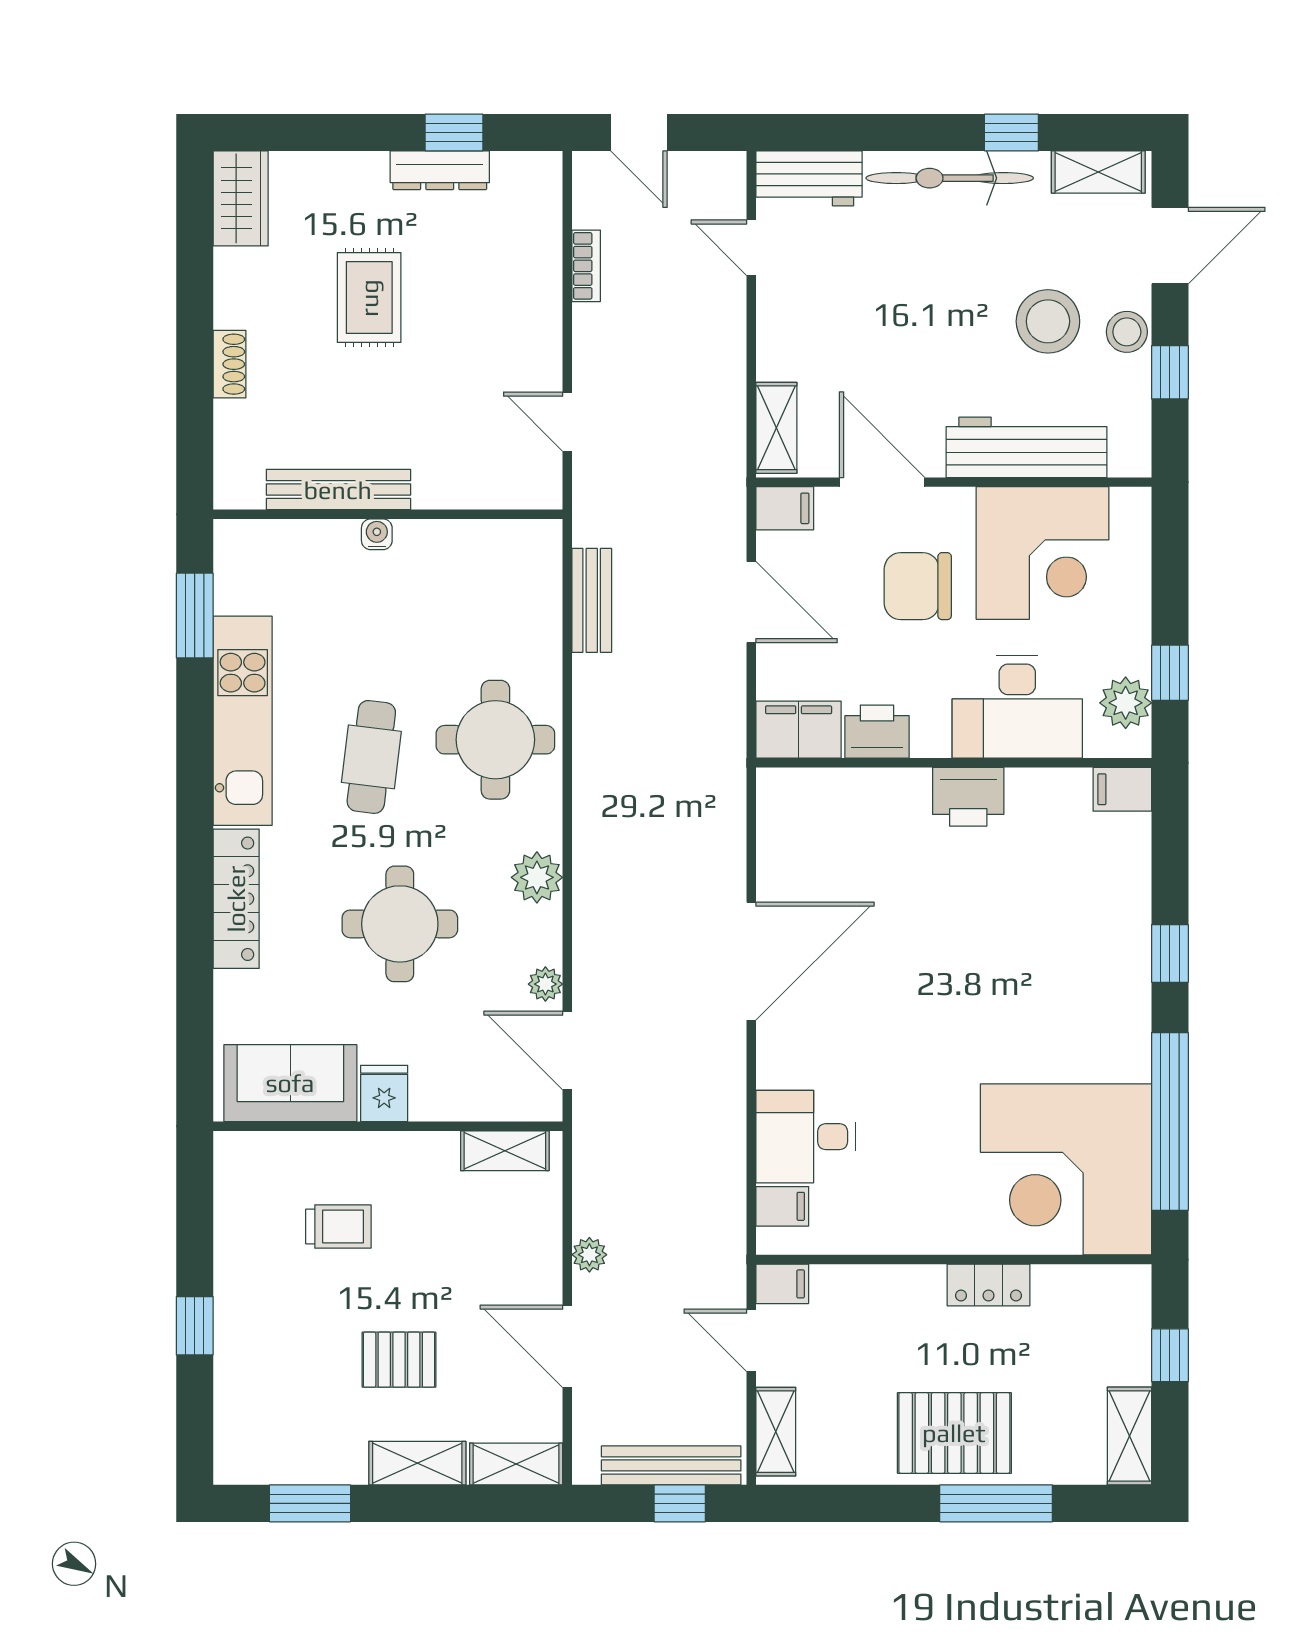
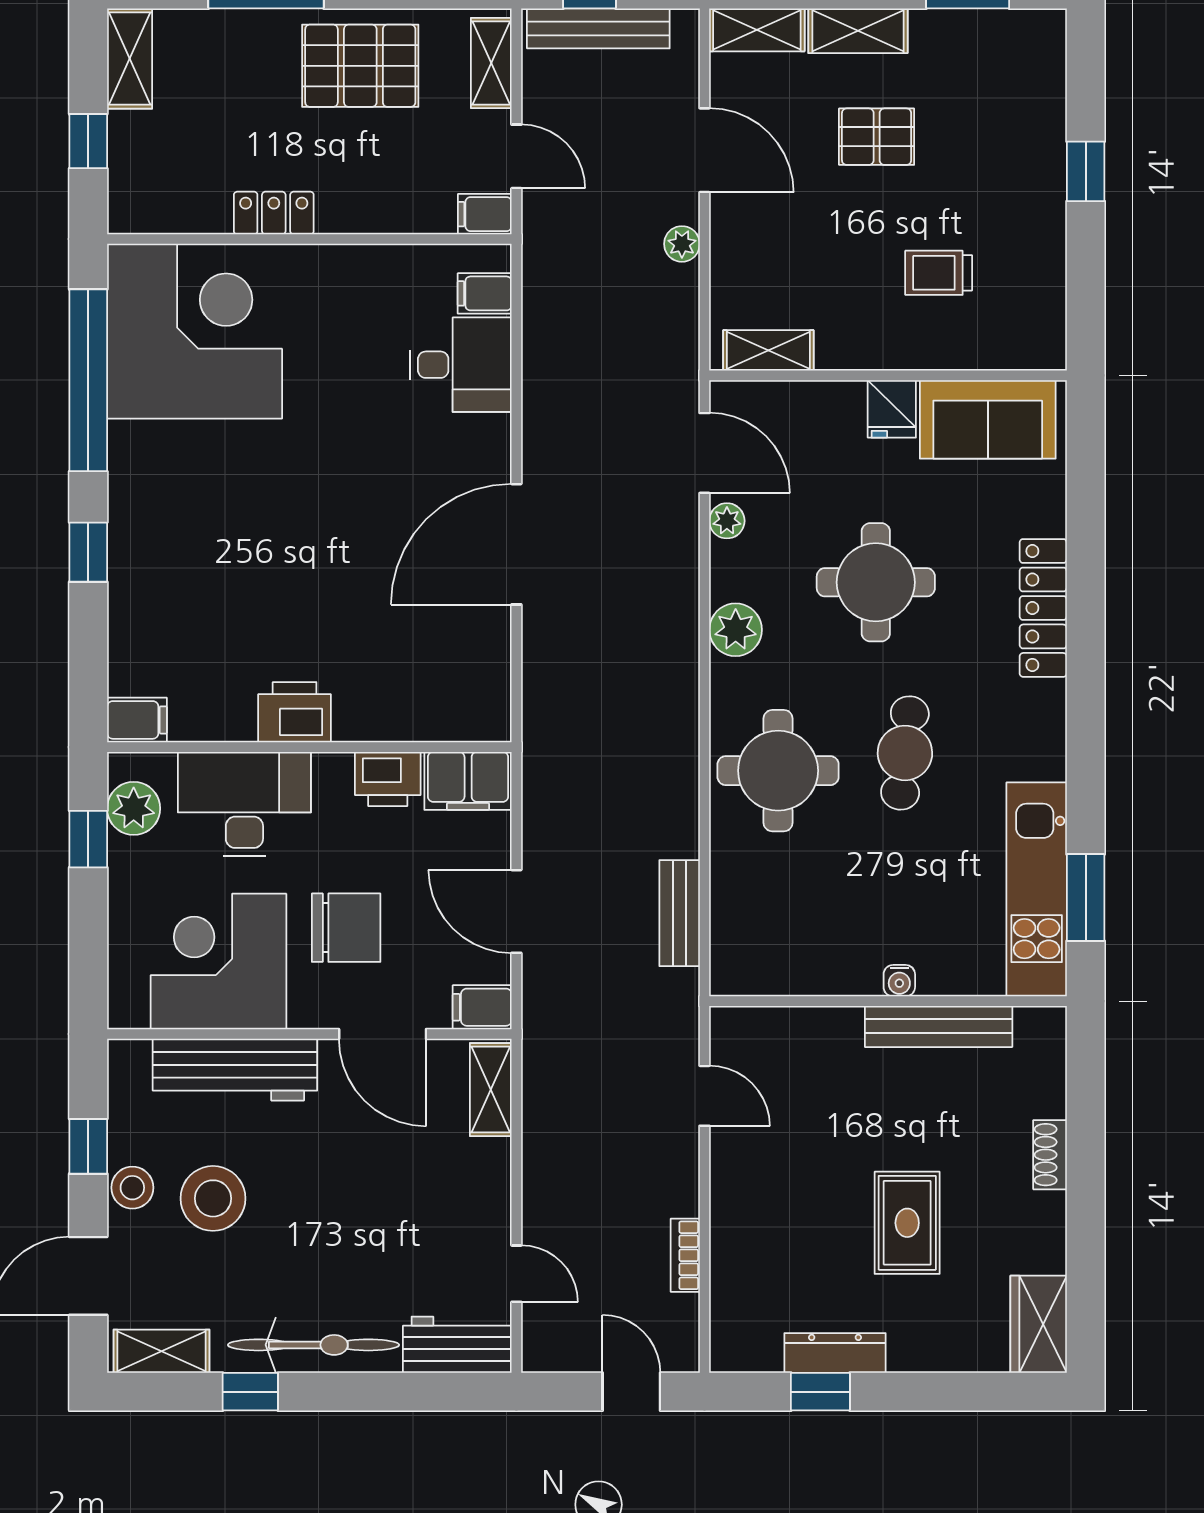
kitchen unit: (243, 721) -> (1037, 889), moved
pallet: (954, 1433) -> (360, 66), moved

